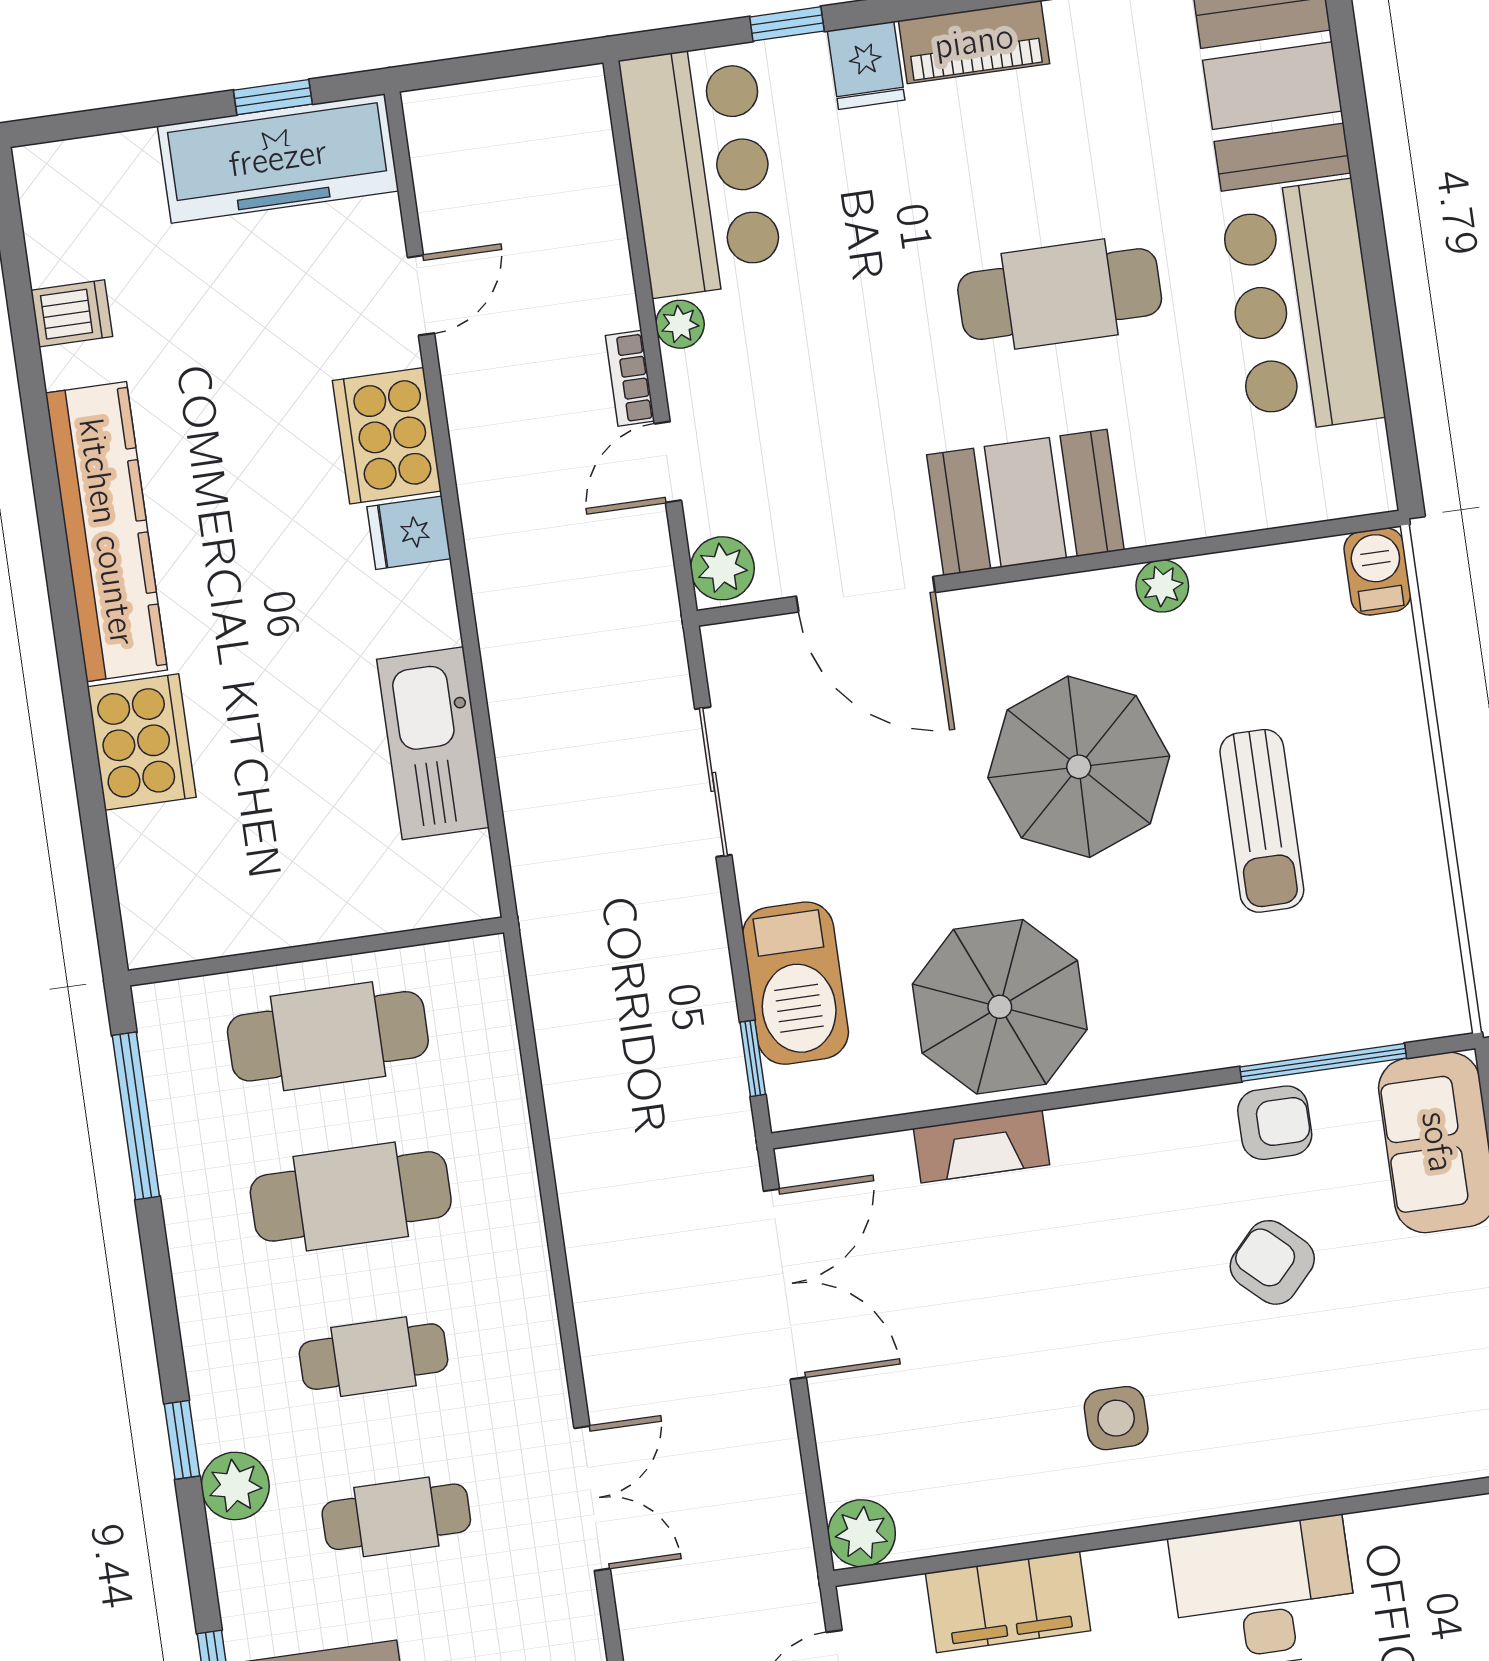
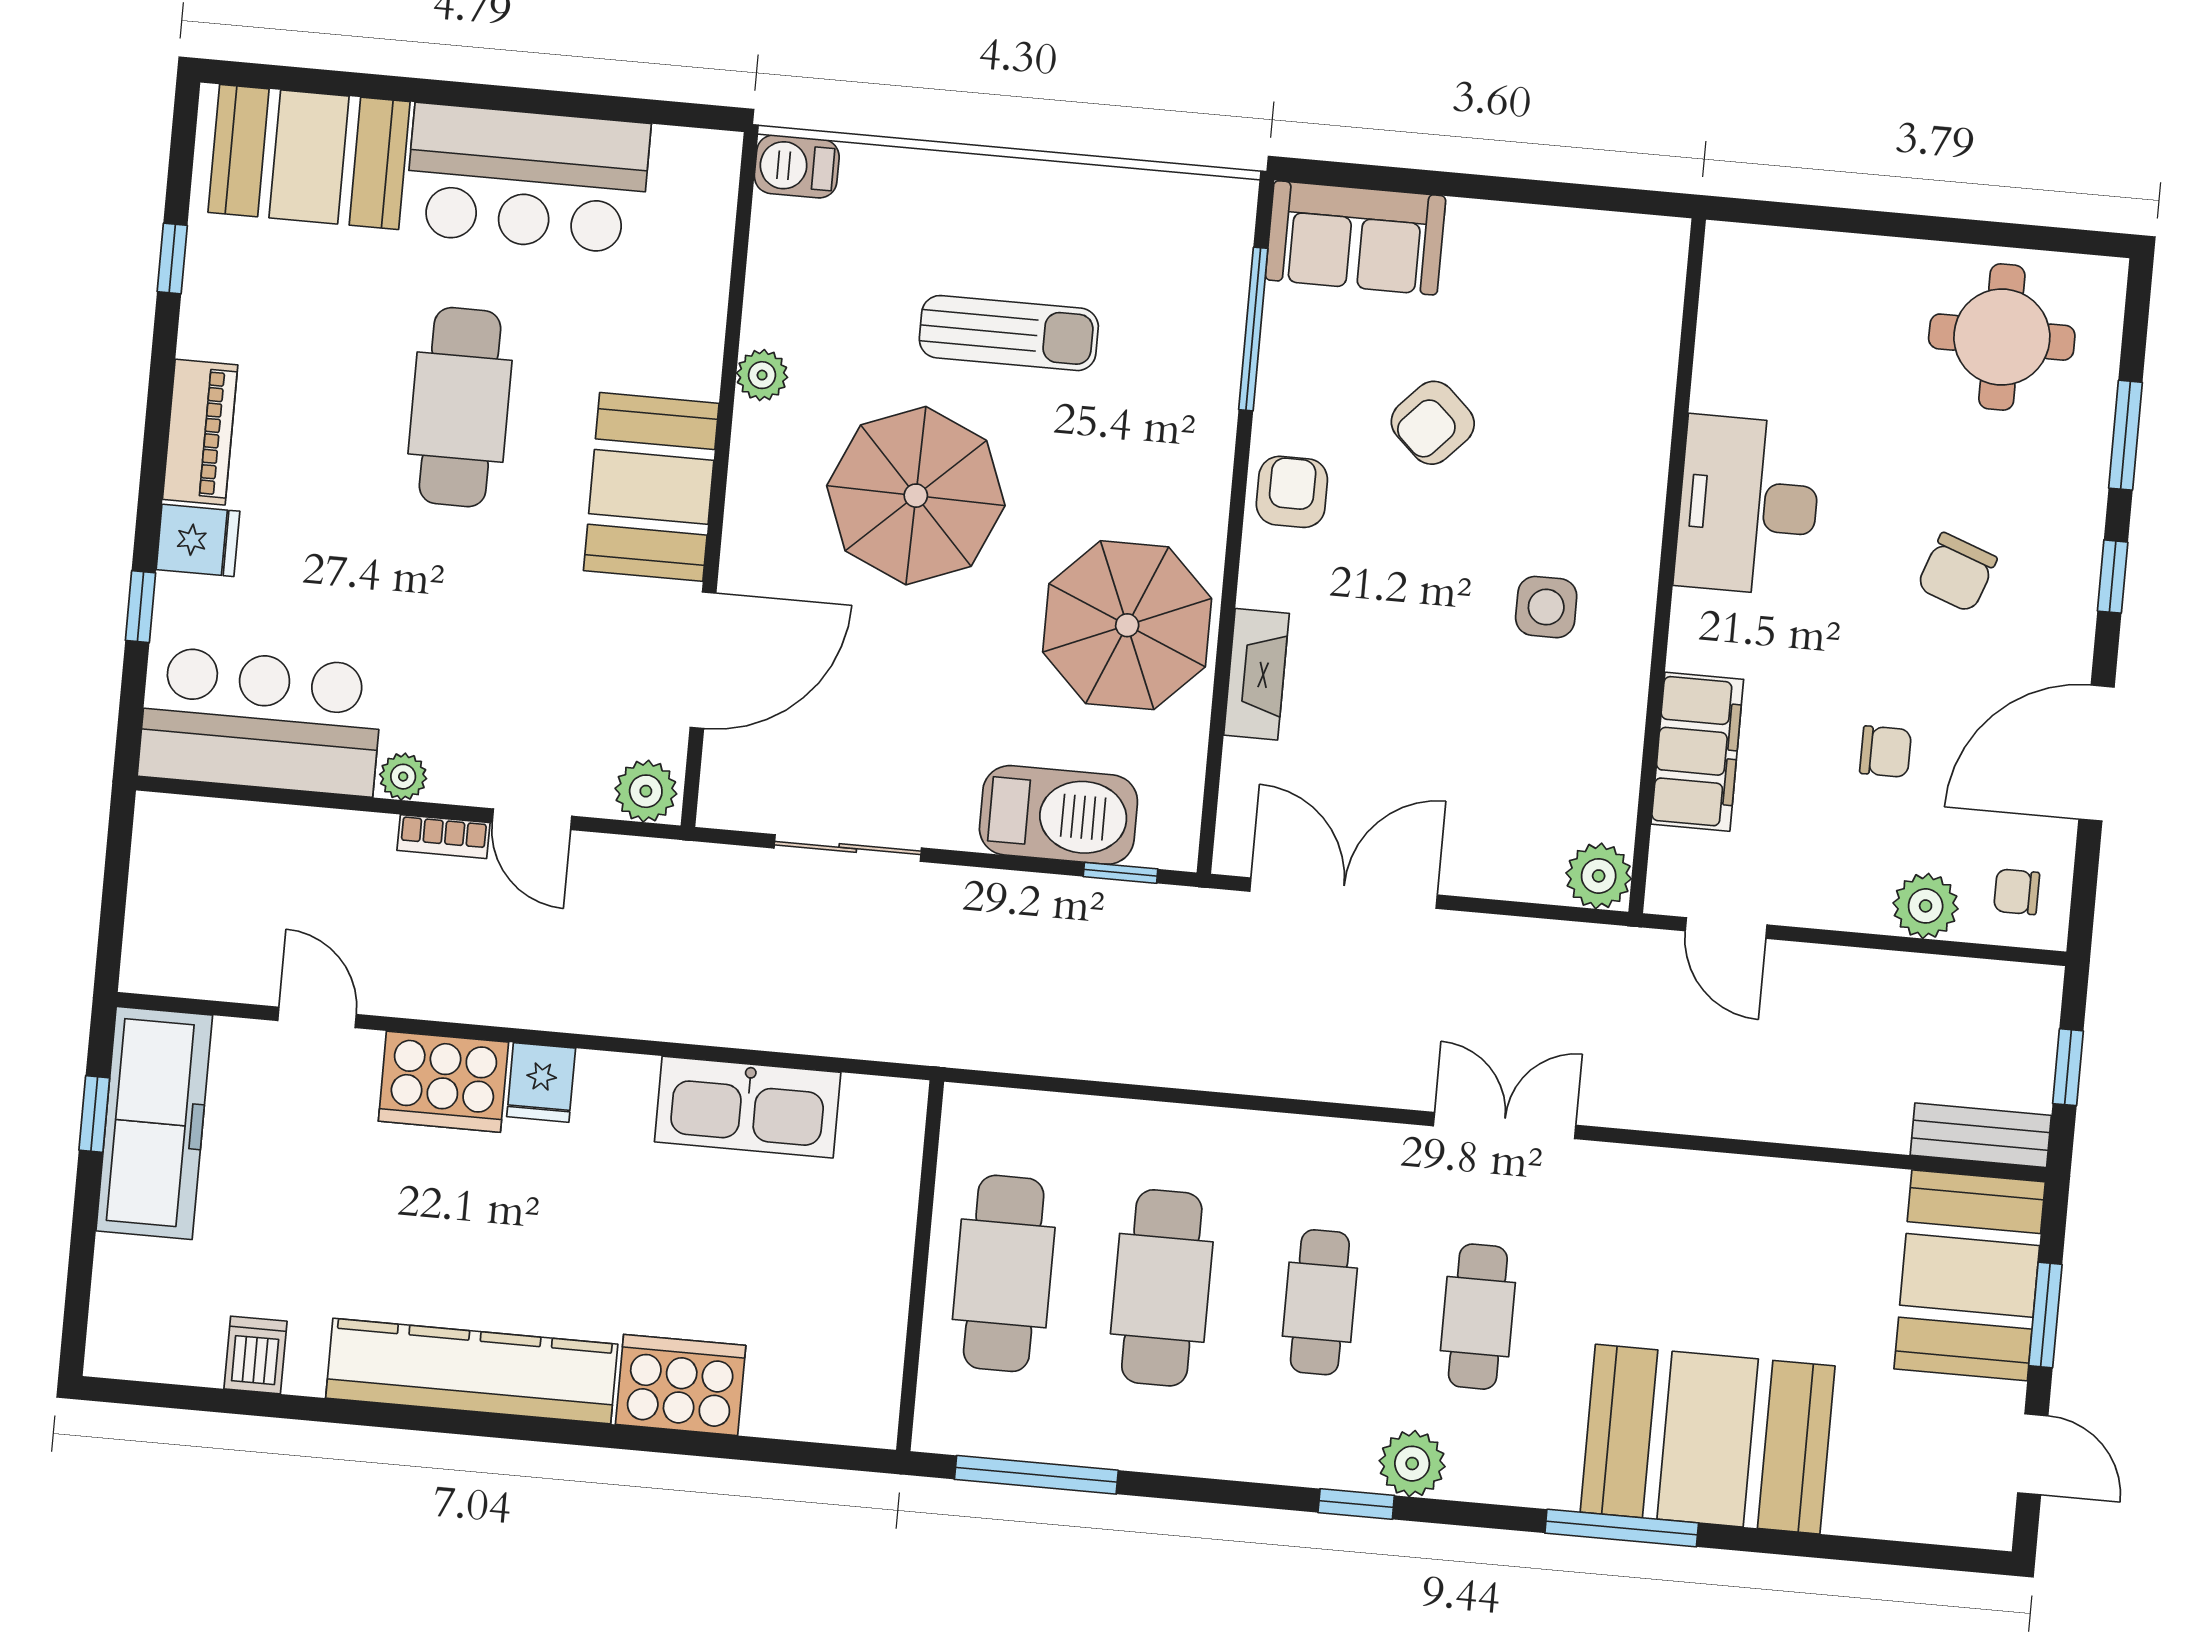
armchair: (1275, 1123) -> (1292, 492), moved

